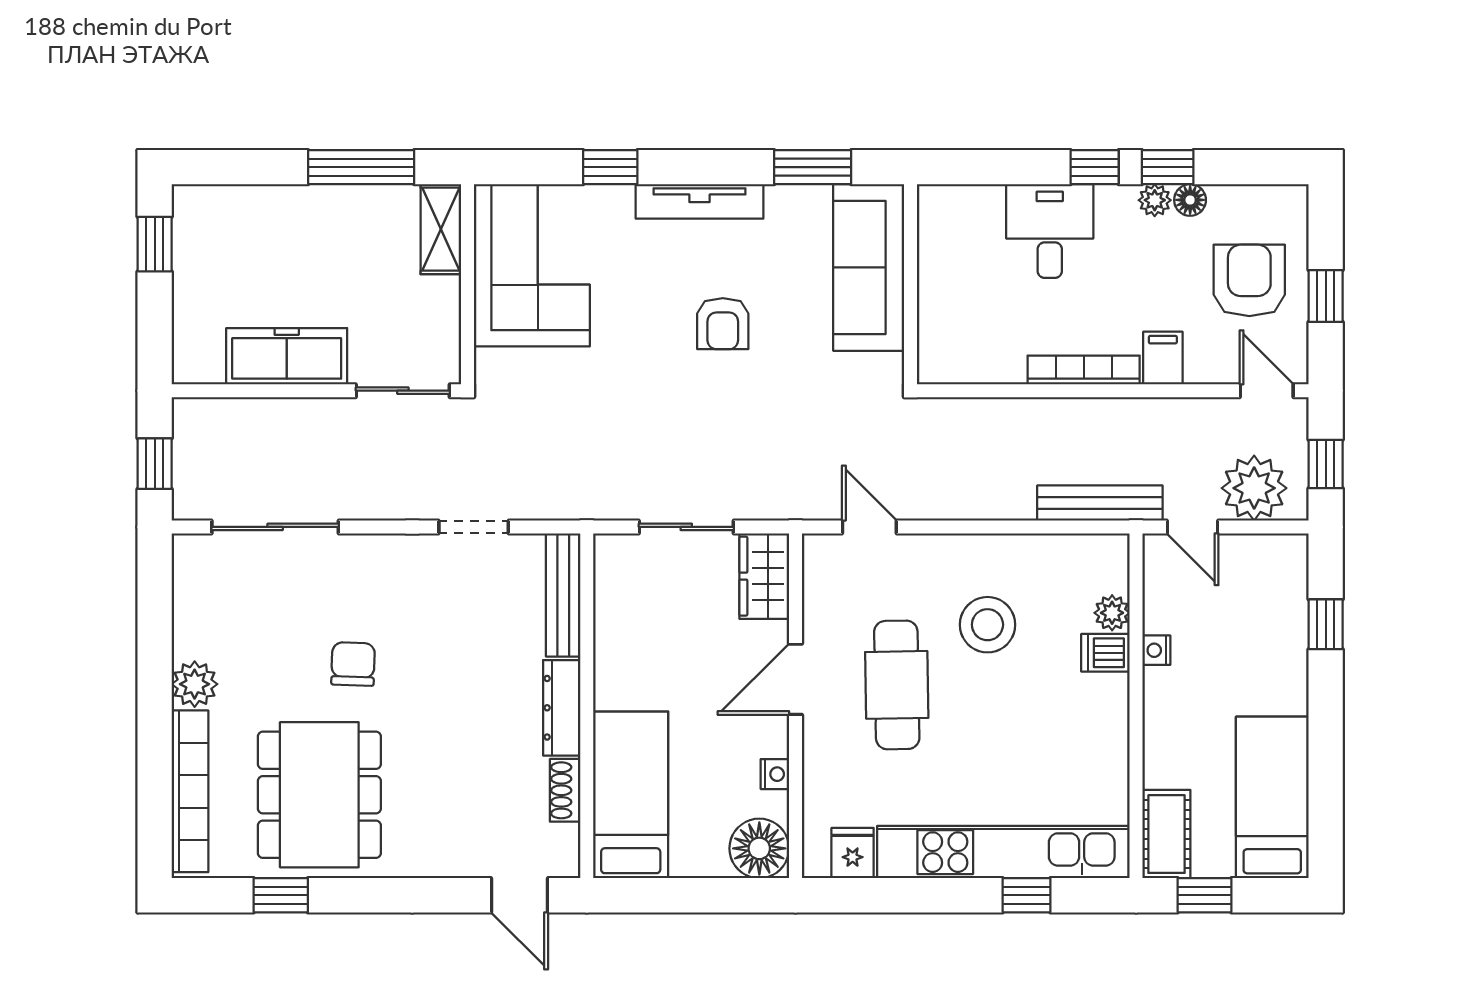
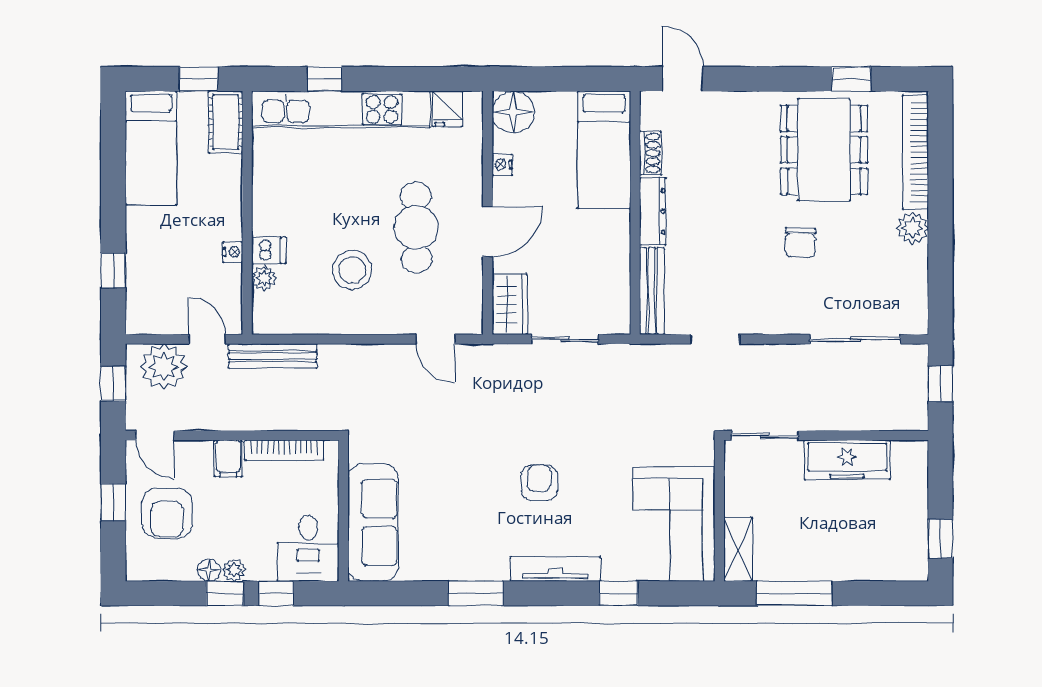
sofa: (869, 267) -> (373, 522), moved
wall: (910, 284) -> (343, 511), moved

